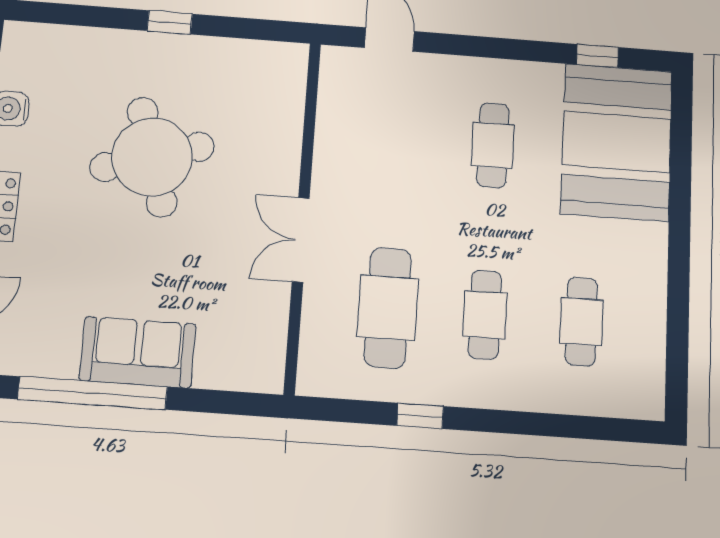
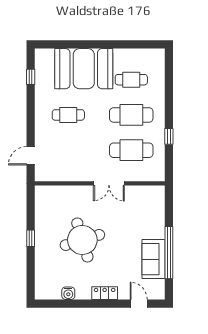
booth: (617, 142) -> (84, 69), moved
cafe table: (485, 315) -> (131, 115), width x1.37, depth x1.35
sofa: (138, 352) -> (154, 259), moved

